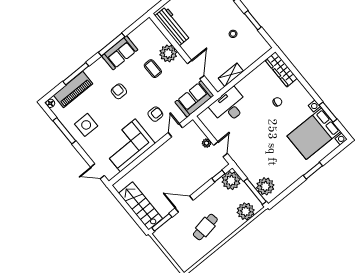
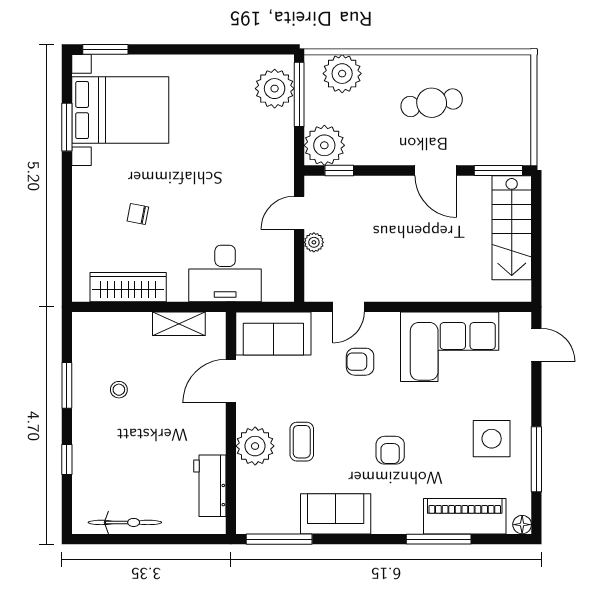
workbench: (173, 26) -> (210, 486), width x0.73
window: (112, 44) -> (279, 539), moved
wardrobe: (281, 69) -> (128, 287), moved, turned -90
window: (313, 171) -> (105, 49), moved

